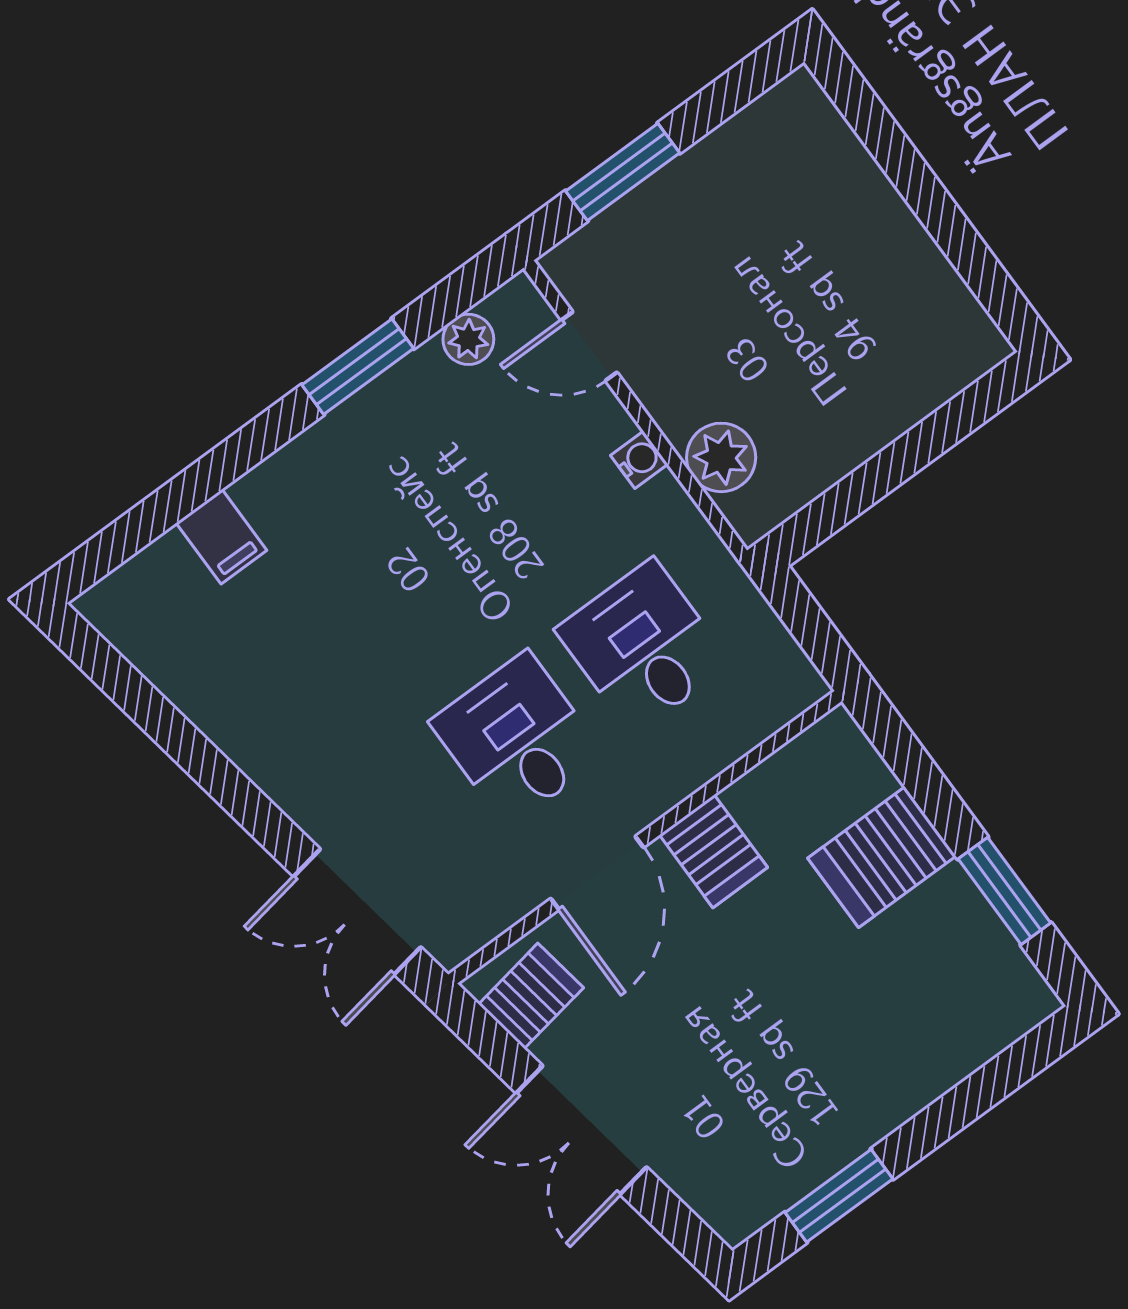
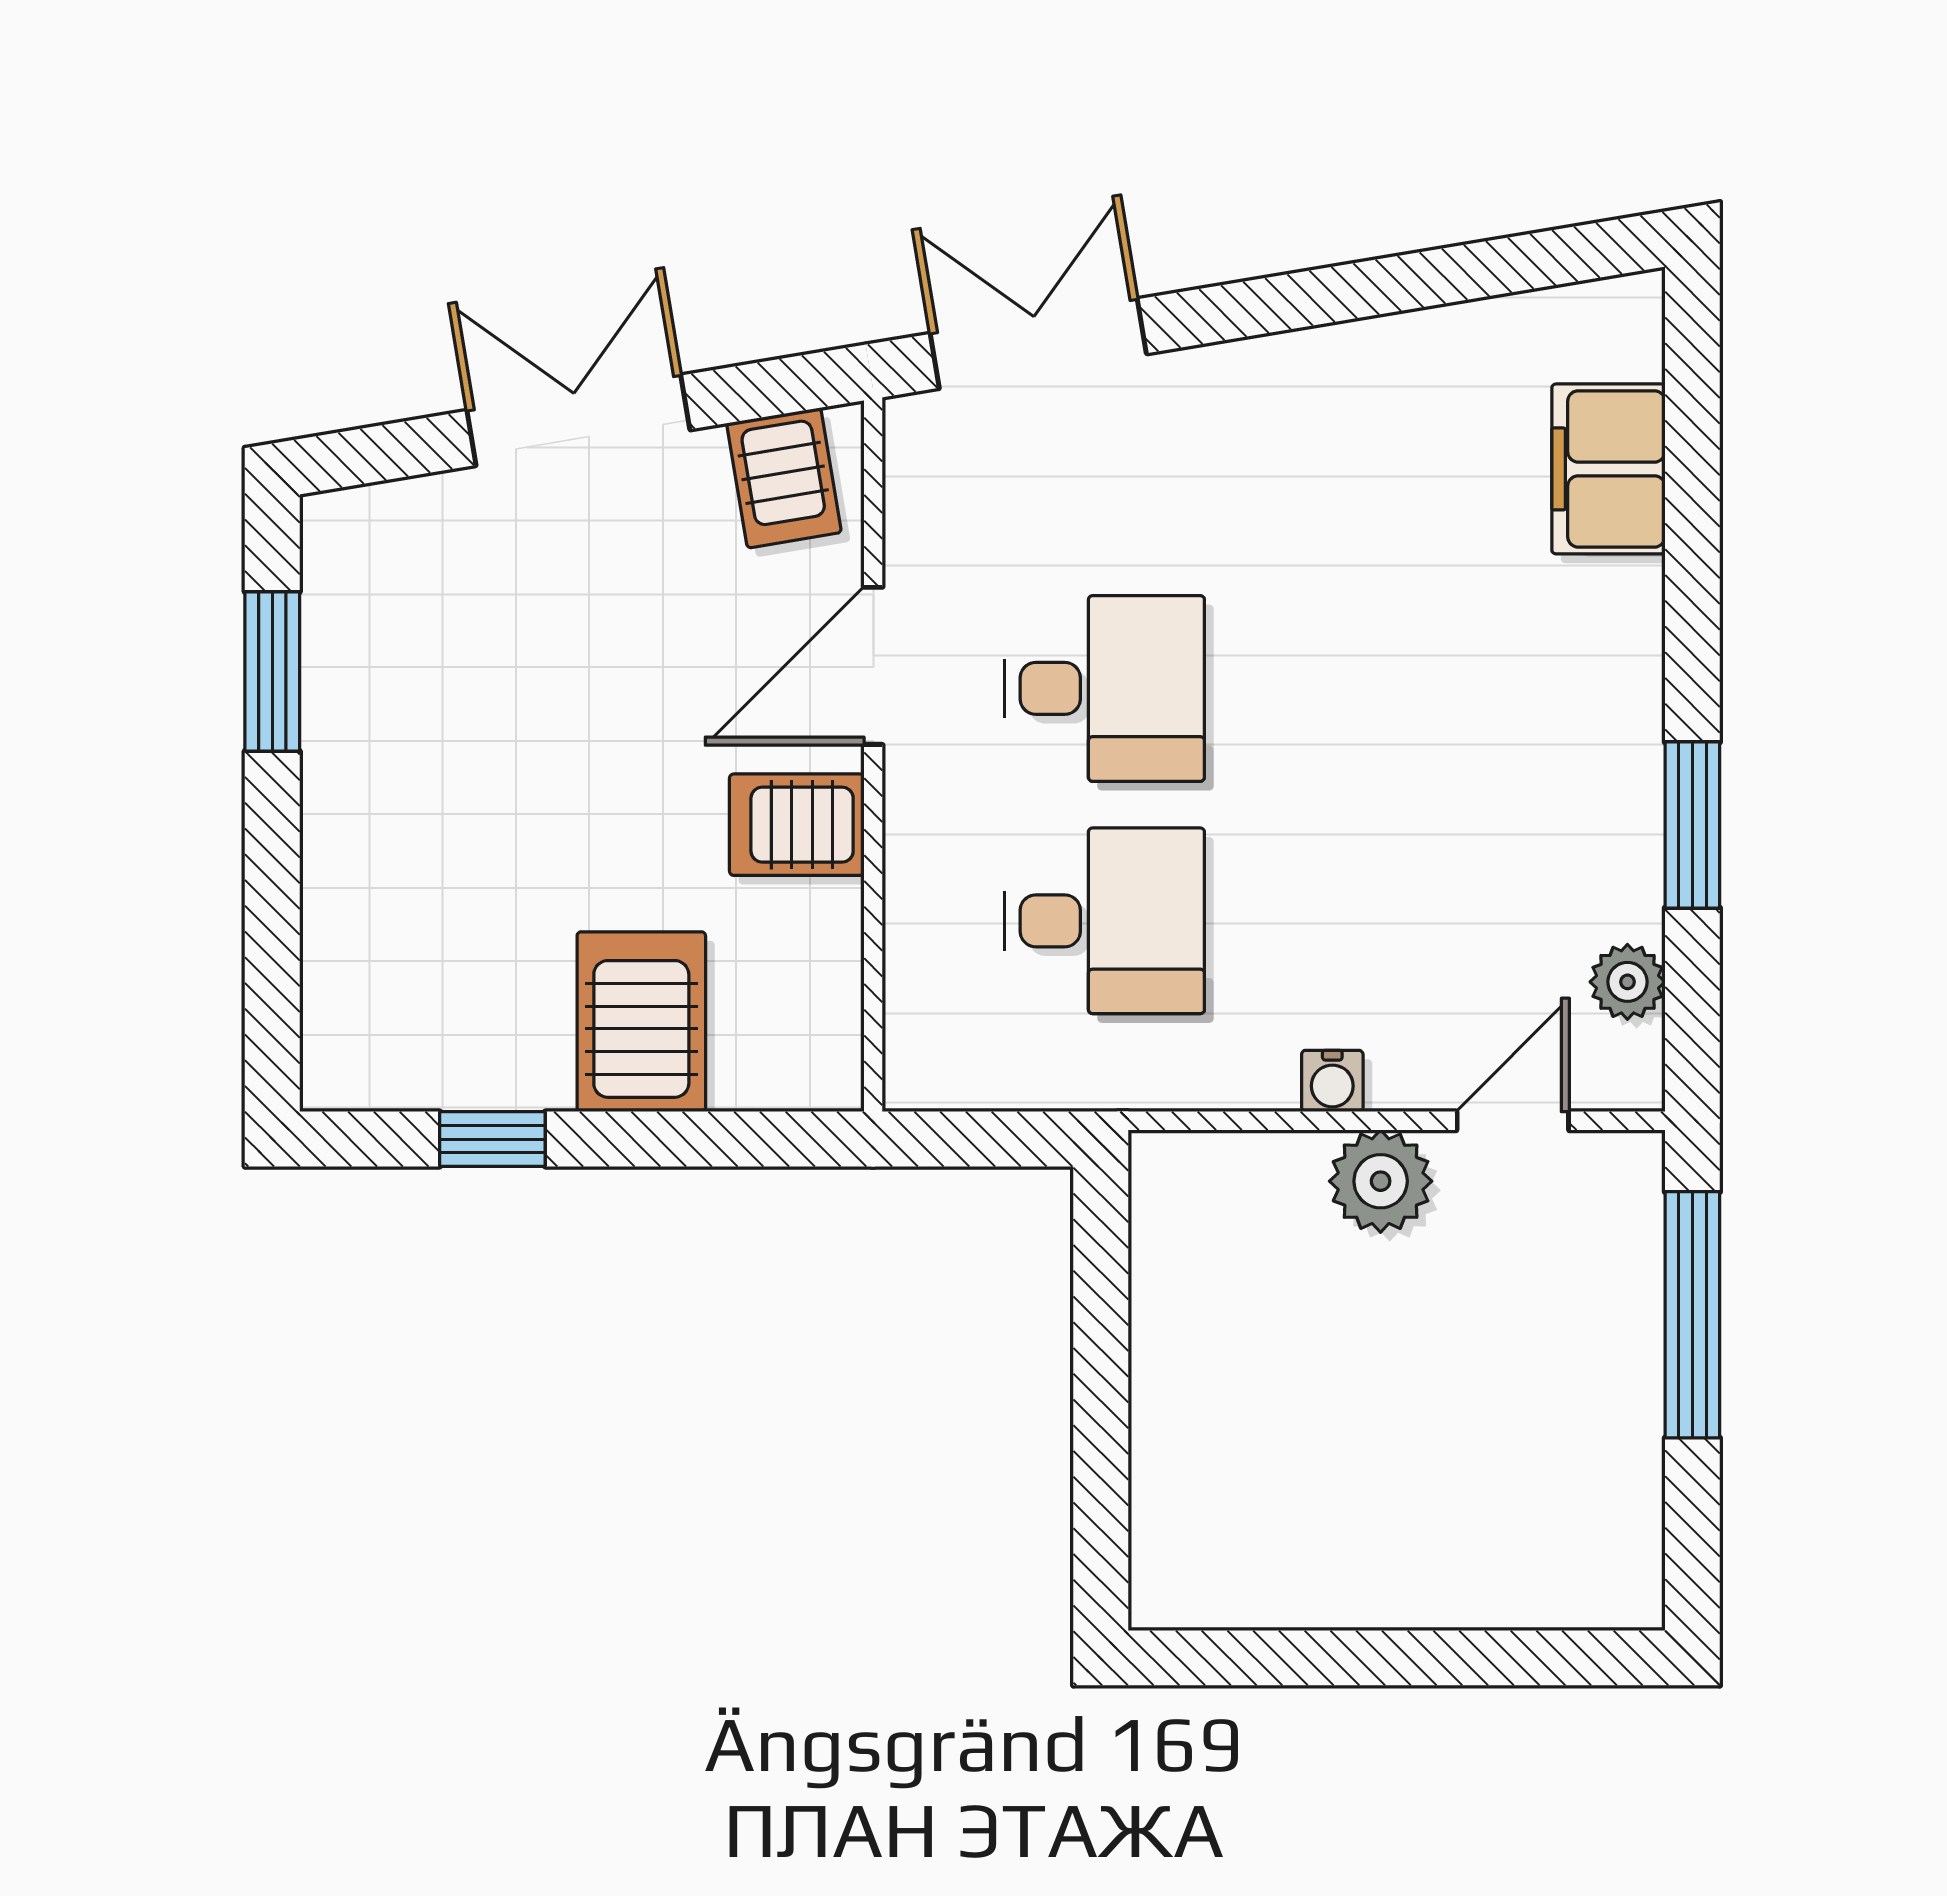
window: (623, 172) -> (1692, 1315), width x1.44
plant: (721, 457) -> (1381, 1181), moved
filing cabinet: (221, 537) -> (1608, 469), width x2.00
door: (597, 873) -> (873, 666), hinge flipped
window: (1004, 891) -> (492, 1139), width x0.67

